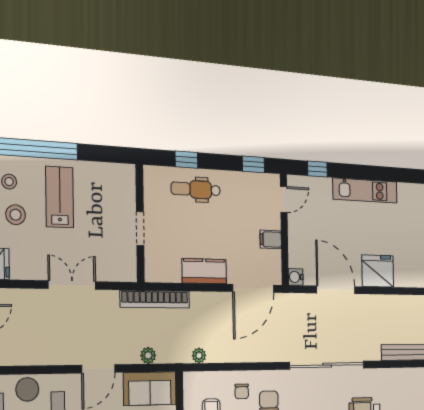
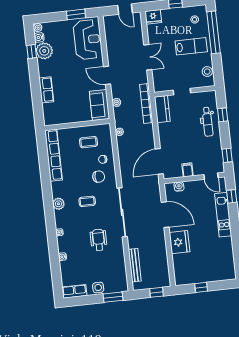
dental chair: (196, 189) -> (208, 122), turned 180
kitchen unit: (365, 190) -> (223, 215), moved
stool: (16, 215) -> (207, 72), moved
kitchen counter: (204, 271) -> (162, 109), moved
water cooler: (296, 277) -> (179, 186), moved
door: (253, 288) -> (159, 161), hinge flipped
door: (336, 290) -> (165, 215), hinge flipped

